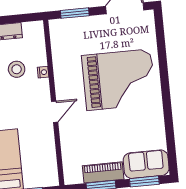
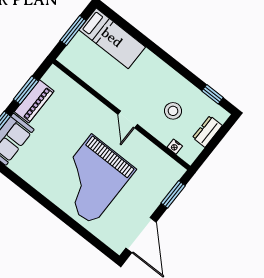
nightstand: (43, 72) -> (175, 147), moved
door: (55, 112) -> (128, 119), moved

